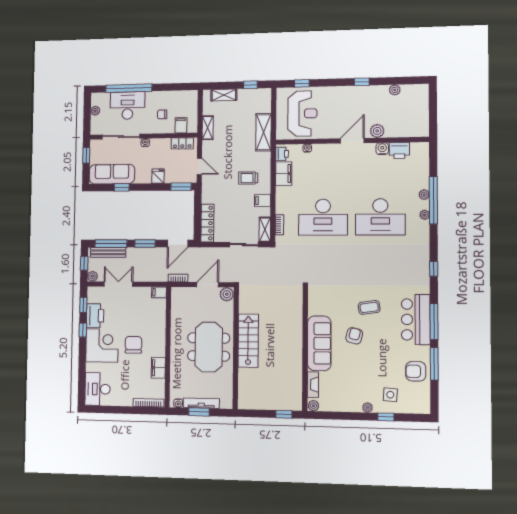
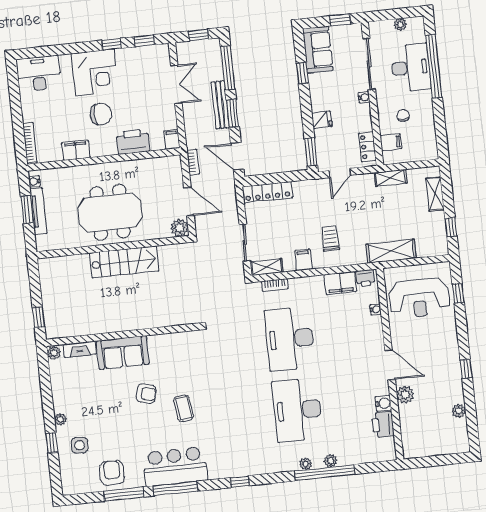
sofa: (112, 174) -> (318, 50), width x0.73
bench: (108, 252) -> (220, 105), moved
plant: (92, 276) -> (183, 48), removed
printer: (95, 316) -> (133, 142), moved, turned 180
sofa: (319, 343) -> (123, 353), width x0.73

